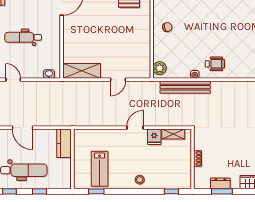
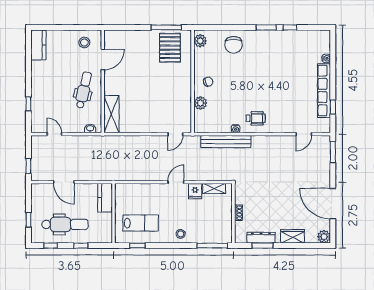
dental chair: (23, 37) -> (84, 90), moved, turned 103
plant: (160, 68) -> (200, 103), moved
shelving: (82, 71) -> (111, 114), moved, turned 90
door: (118, 80) -> (175, 134), moved
lab bench: (100, 169) -> (141, 223), turned -90
dresser: (220, 183) -> (261, 238), width x1.44
window: (171, 191) -> (212, 246), width x2.17

